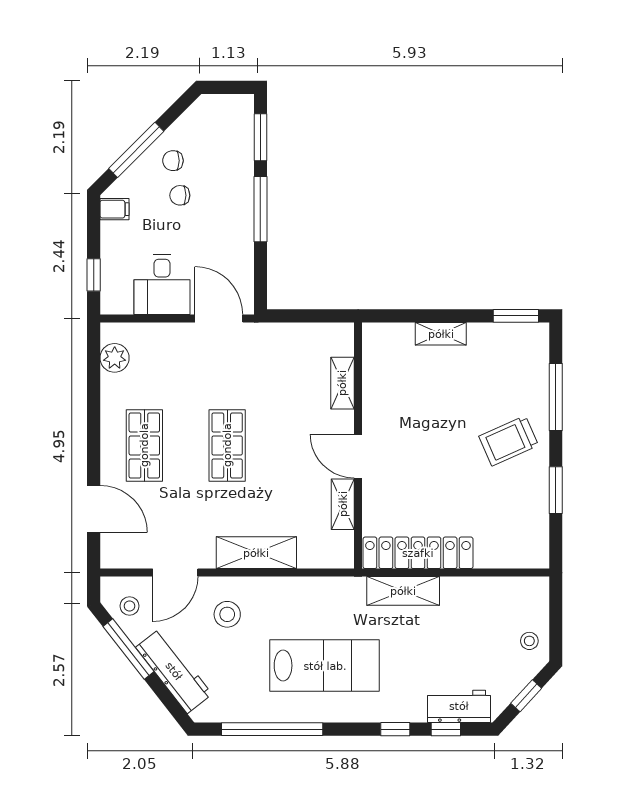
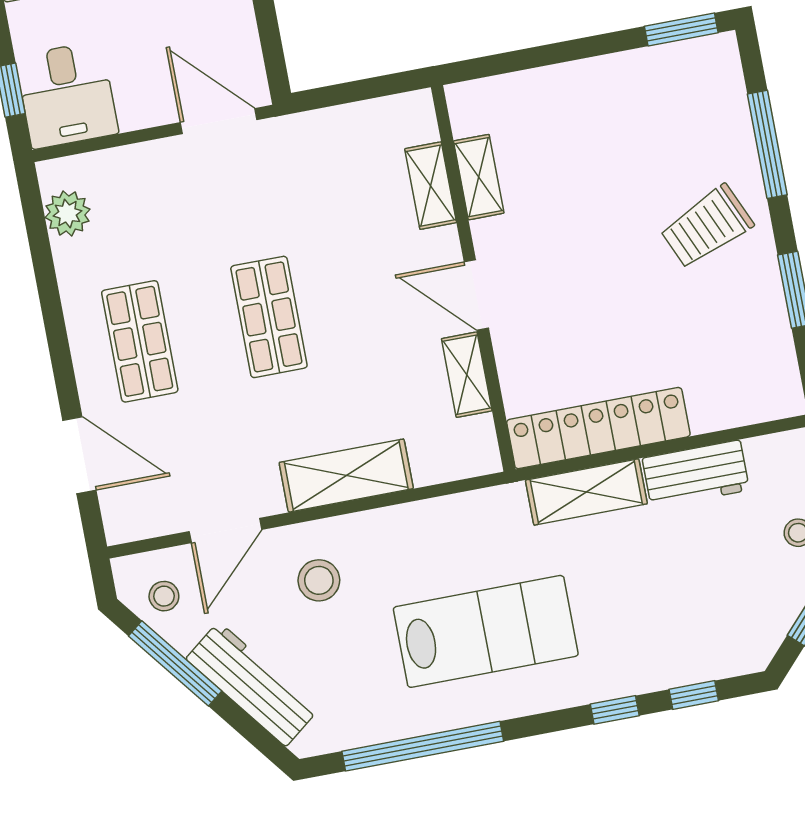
desk: (162, 284) -> (67, 95), moved
shelving: (441, 334) -> (479, 177), moved, turned 90
workbench: (459, 706) -> (696, 474), moved, turned 180

